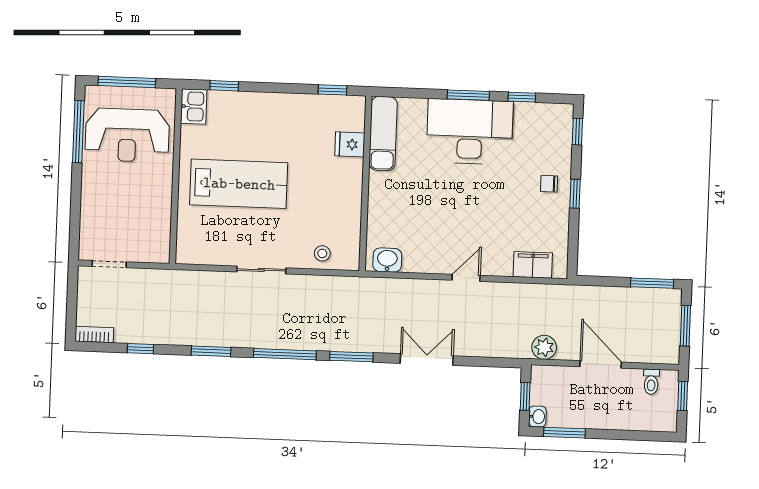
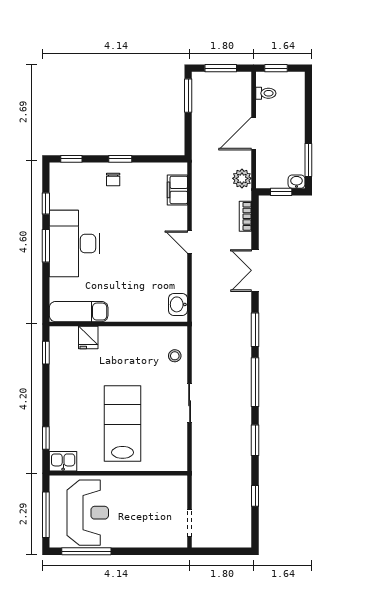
bookcase: (94, 335) -> (245, 216), moved

